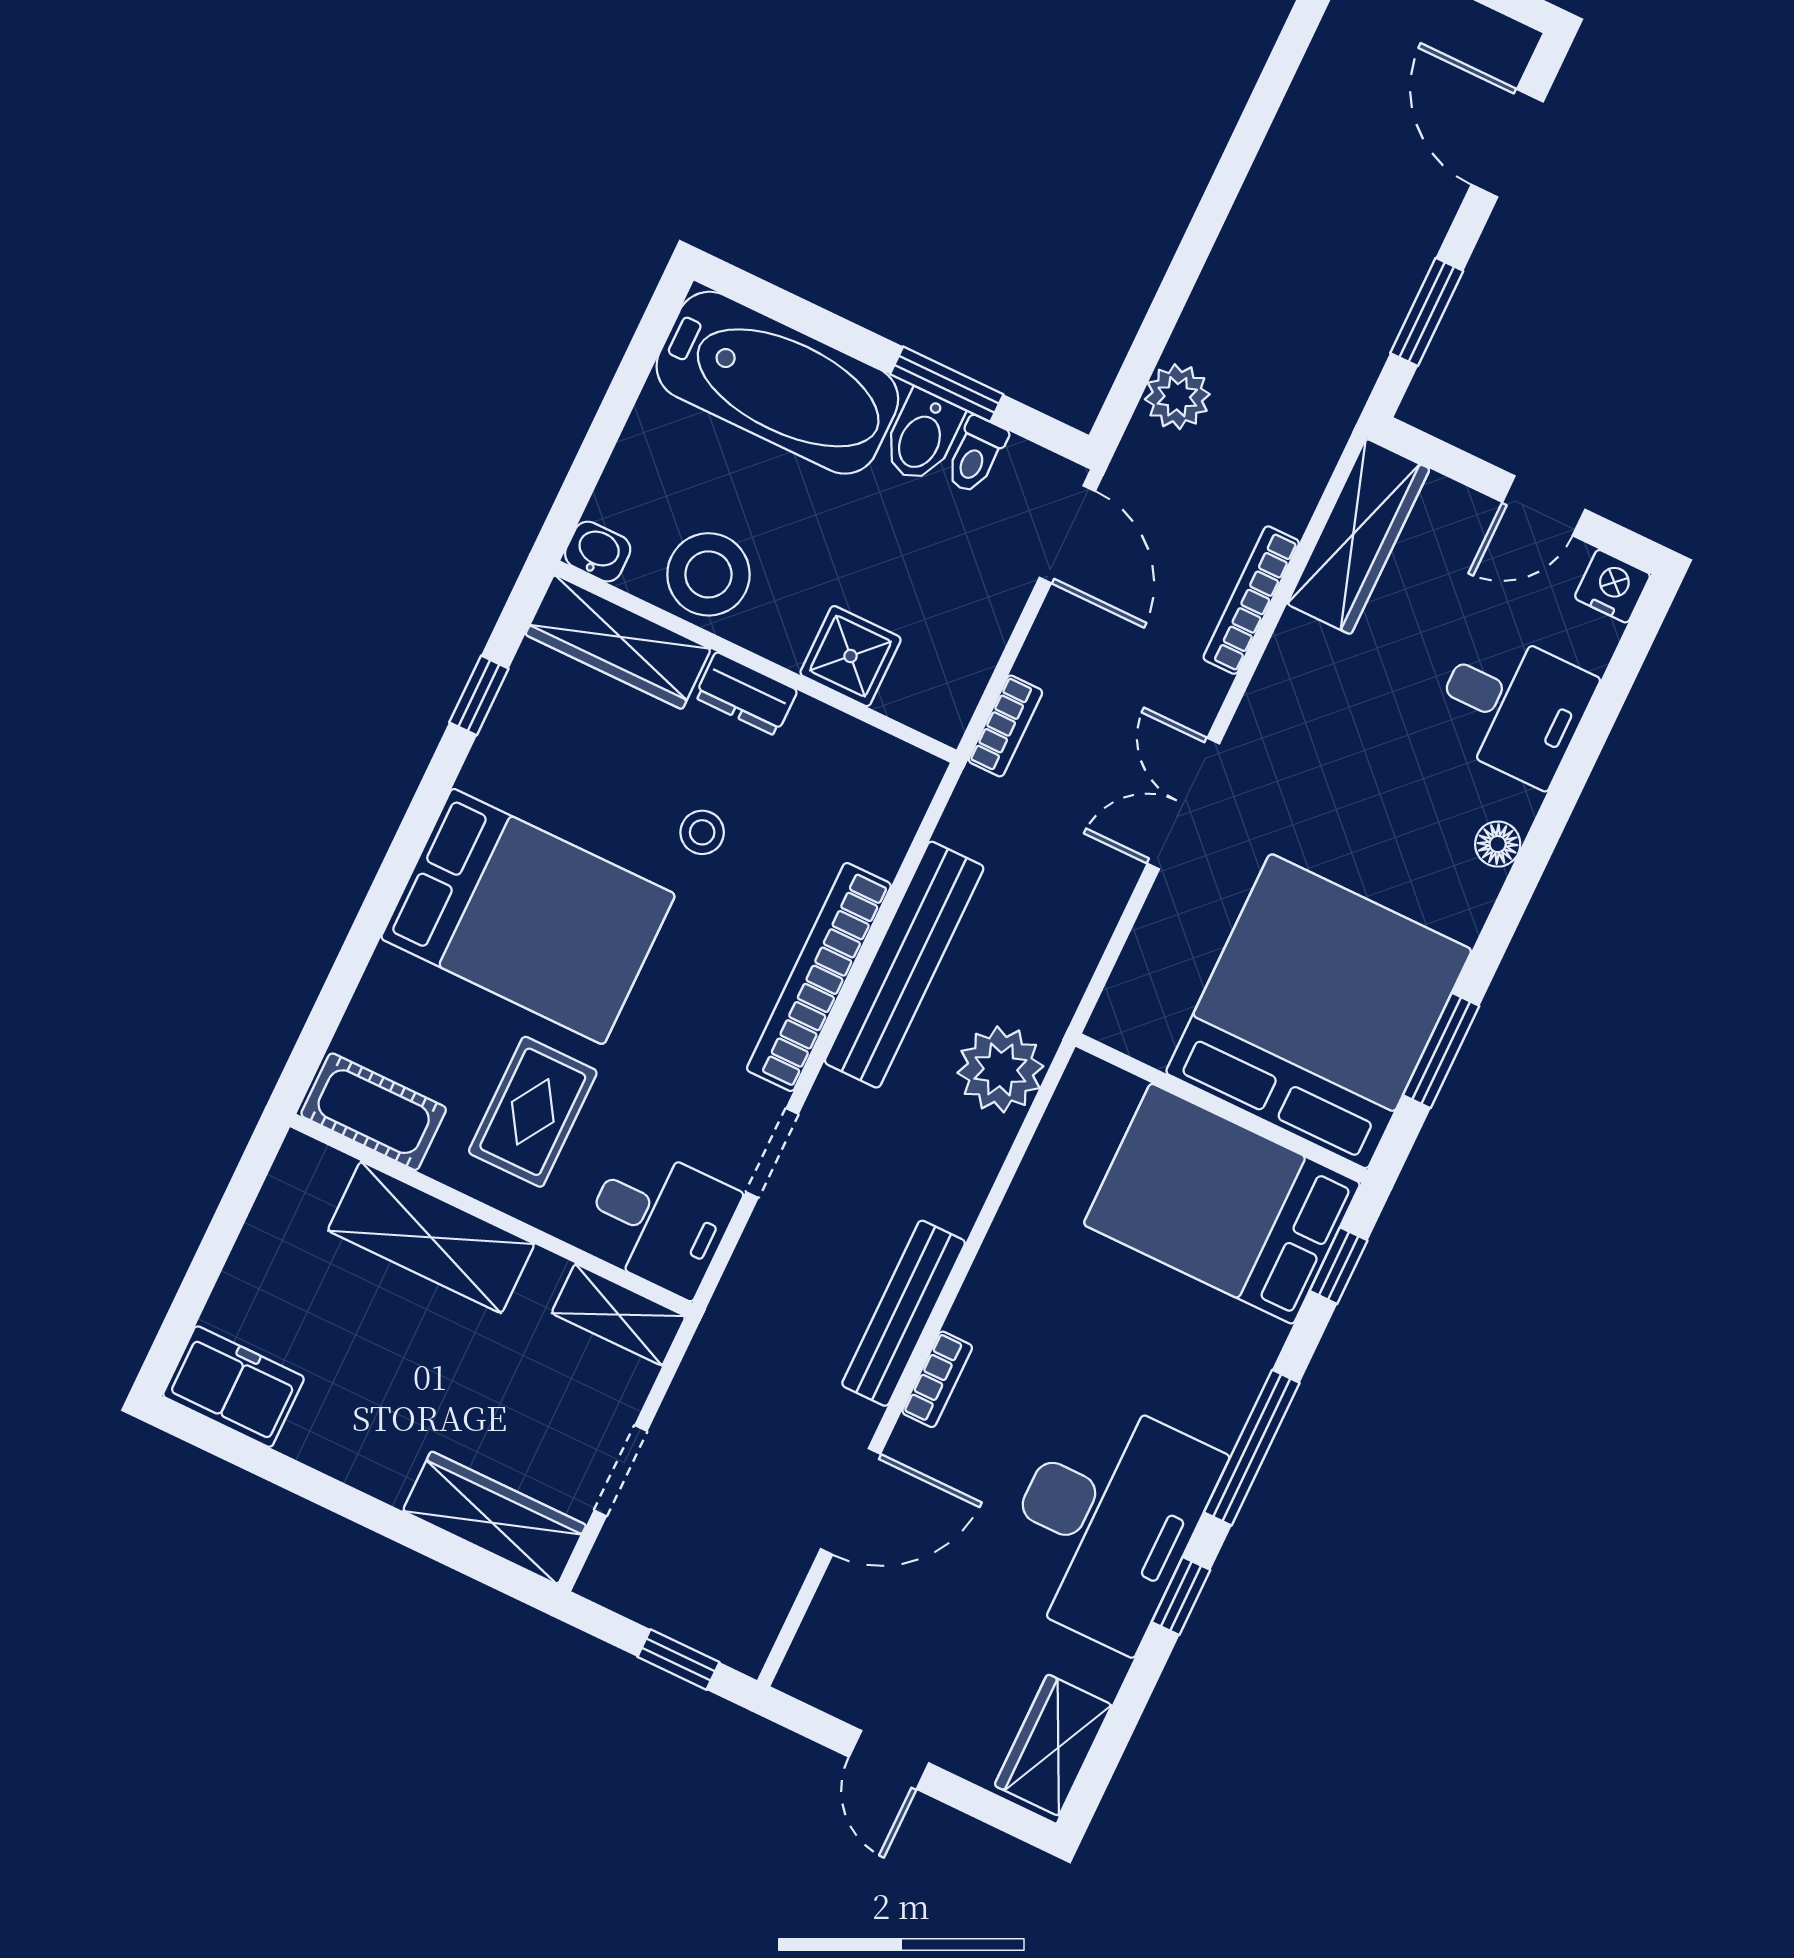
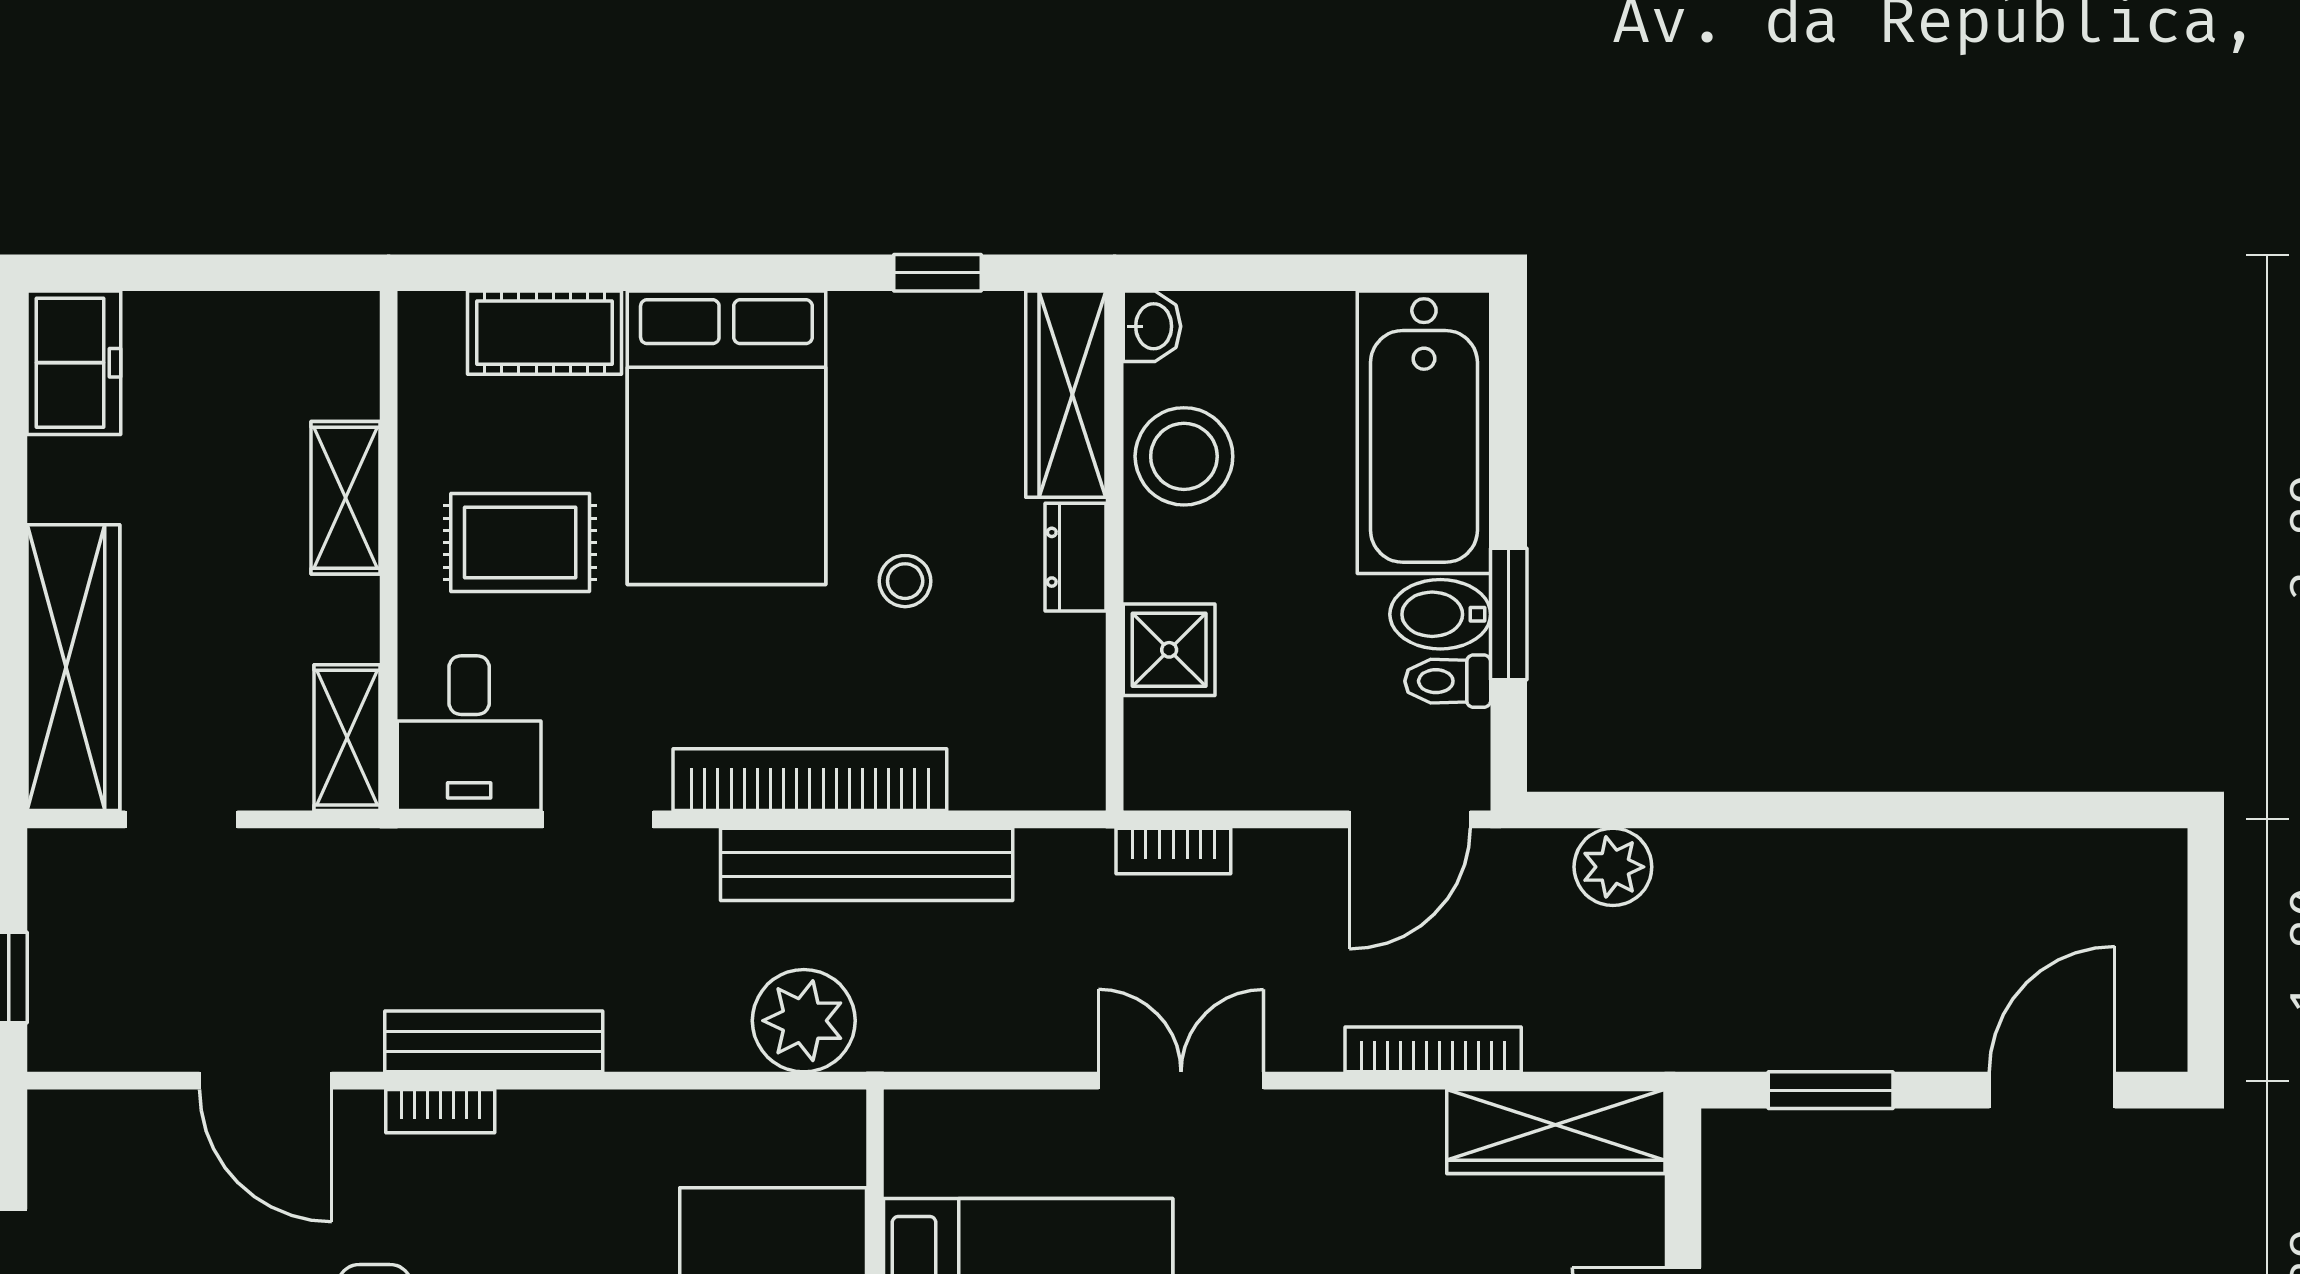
cot: (374, 1112) -> (545, 333), moved, turned 90
shelving: (431, 1237) -> (345, 498), width x0.67, depth x0.75
wardrobe: (494, 1518) -> (73, 668), width x1.40, depth x1.17

